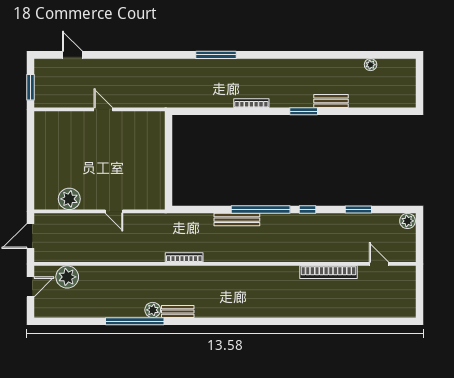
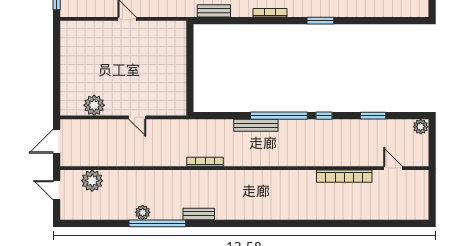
bench: (331, 101) -> (214, 11), moved
door: (30, 287) -> (57, 190), swing flipped
plant: (153, 310) -> (143, 212), moved

